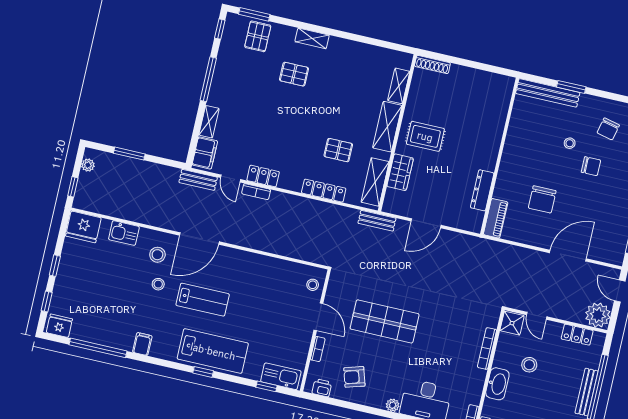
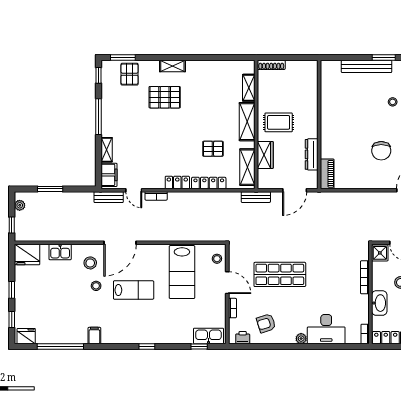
pallet: (294, 74) -> (165, 97), width x1.50, depth x1.42
wall: (500, 156) -> (319, 125), moved
locker: (263, 176) -> (177, 182), moved
dresser: (482, 190) -> (312, 154), moved
piano: (496, 218) -> (327, 174), moved
lab bench: (213, 351) -> (182, 272), moved, turned 90

